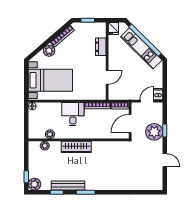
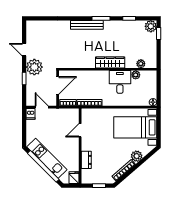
door: (147, 101) -> (42, 107), swing flipped
desk: (73, 114) -> (120, 82), moved, turned 180
plant: (154, 132) -> (34, 67), moved
bench: (68, 186) -> (87, 25), moved

